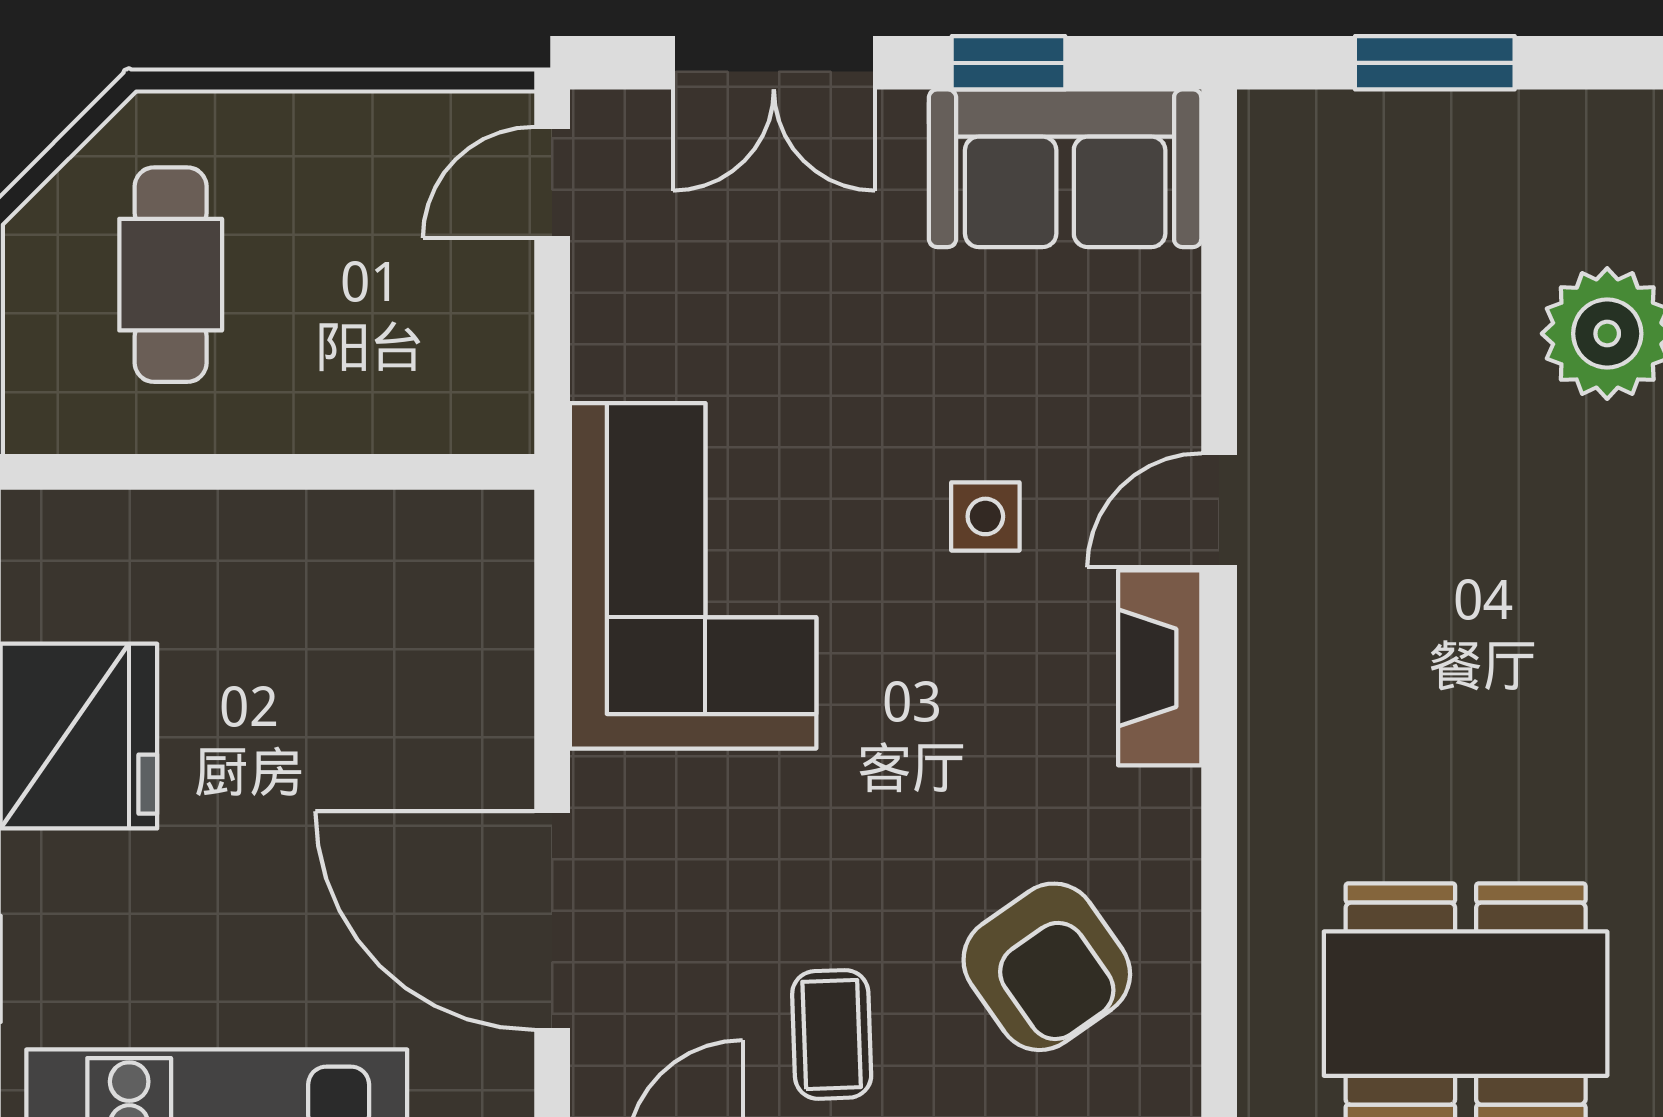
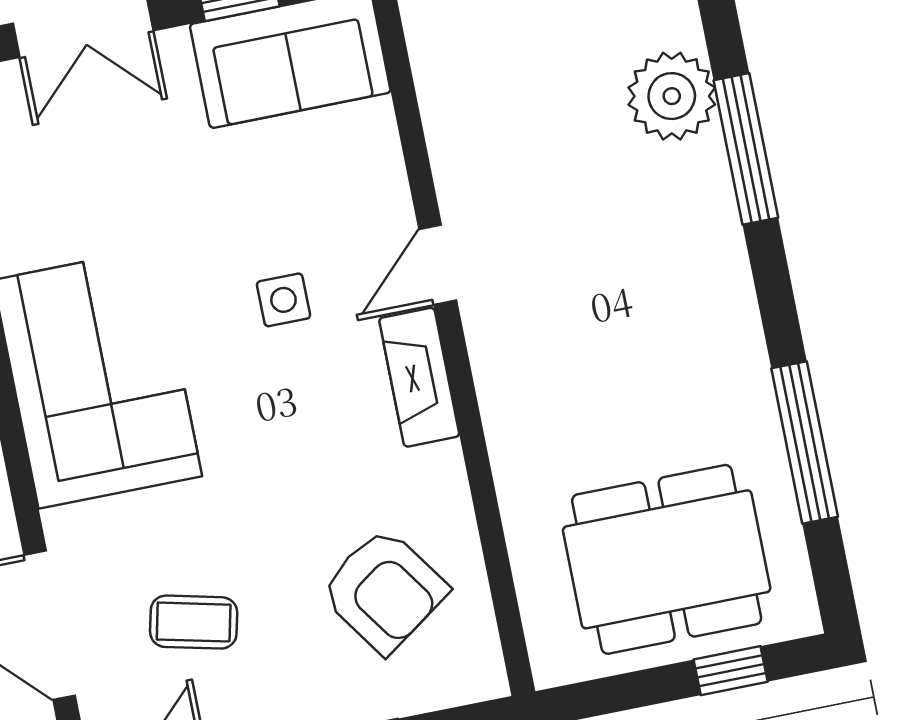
coffee table: (832, 1034) -> (194, 622), moved, turned -75

